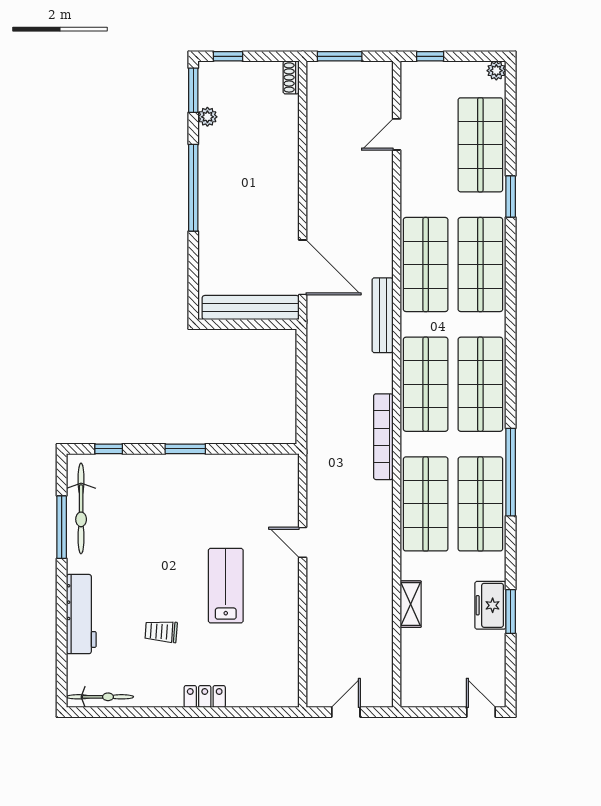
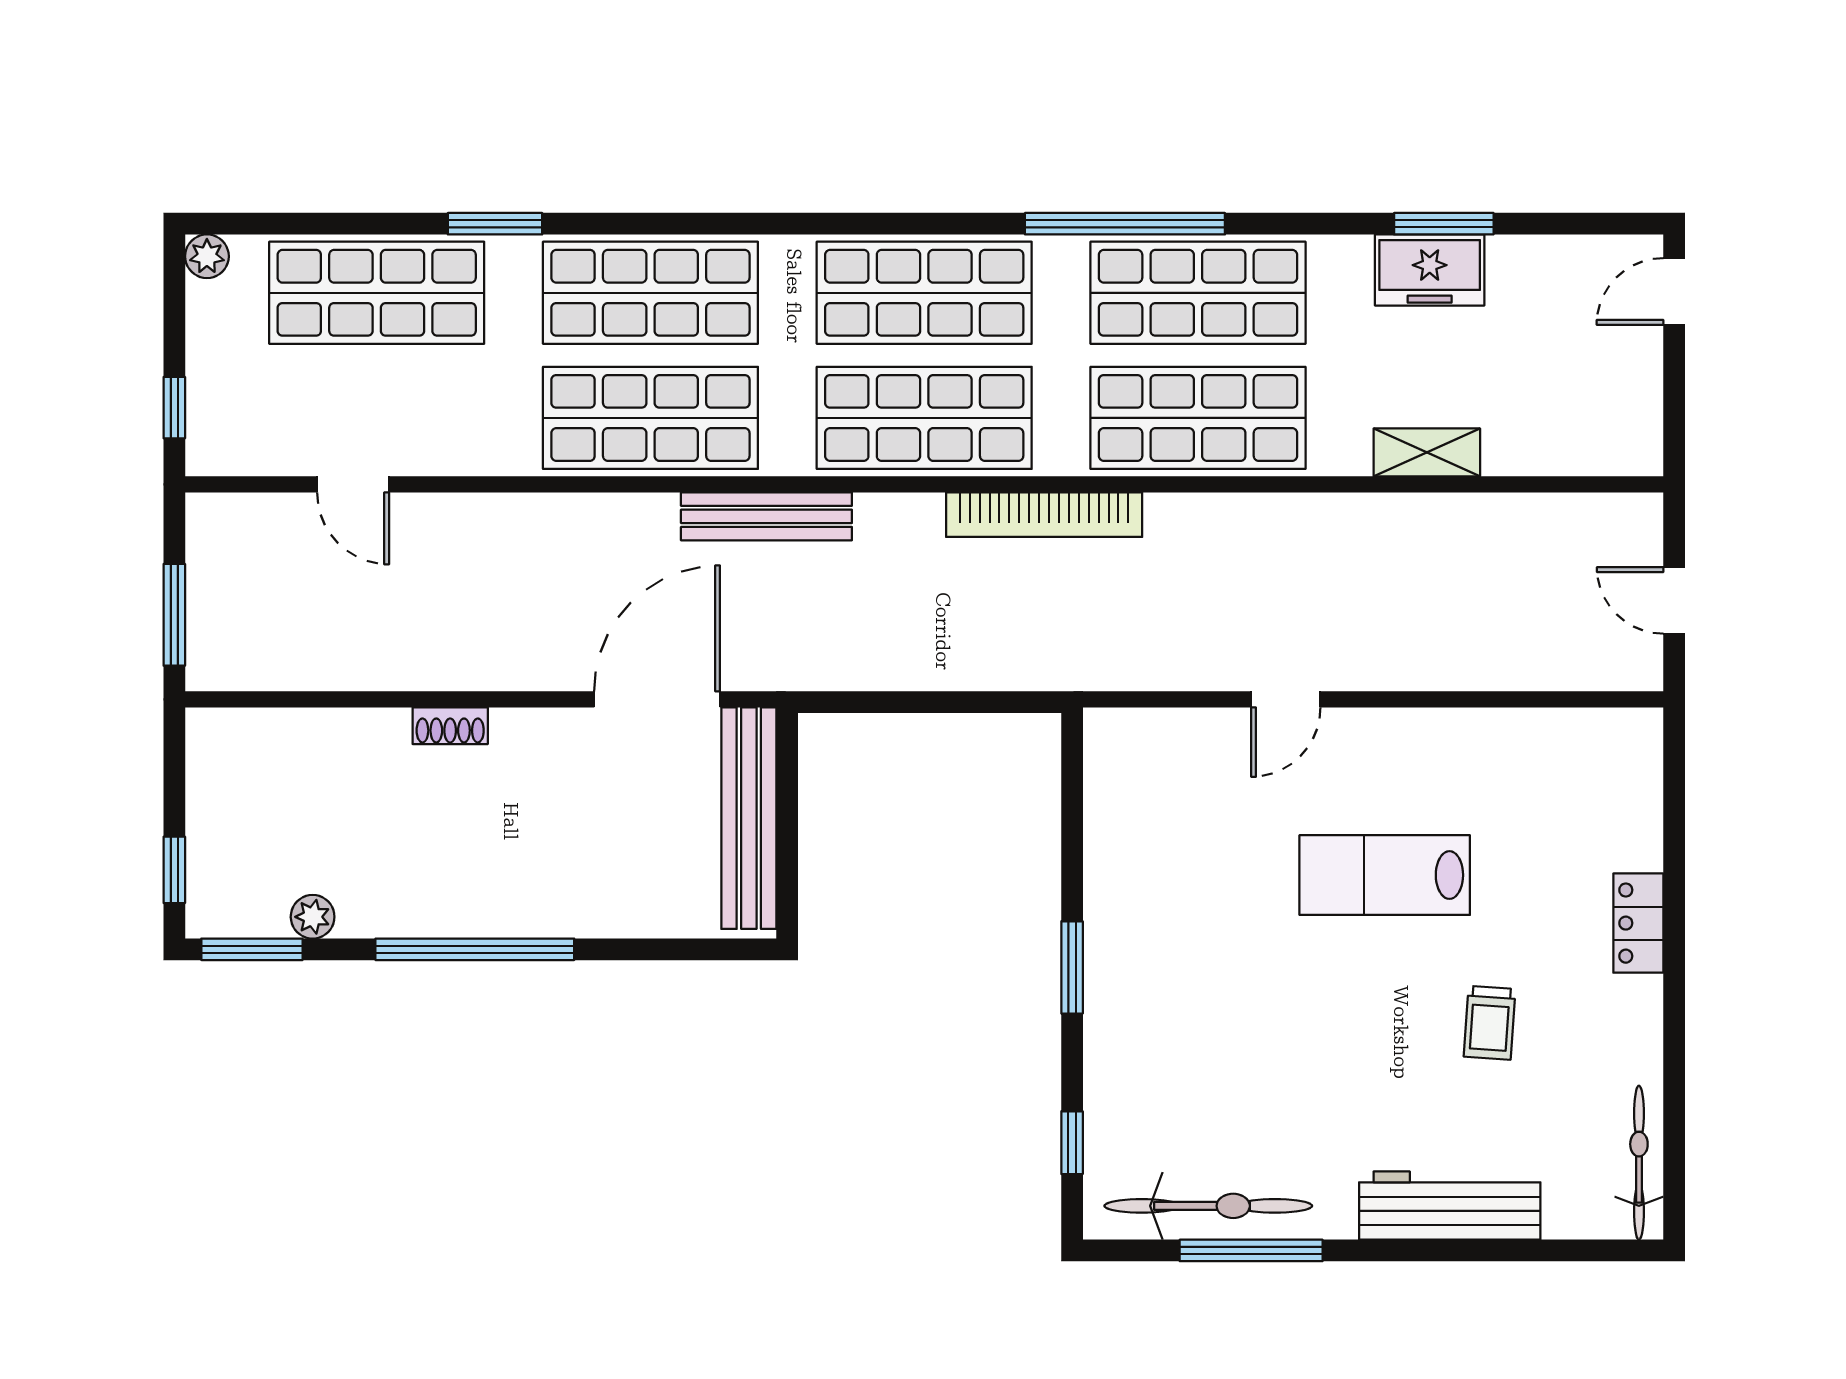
shoe rack: (291, 77) -> (450, 726), moved

